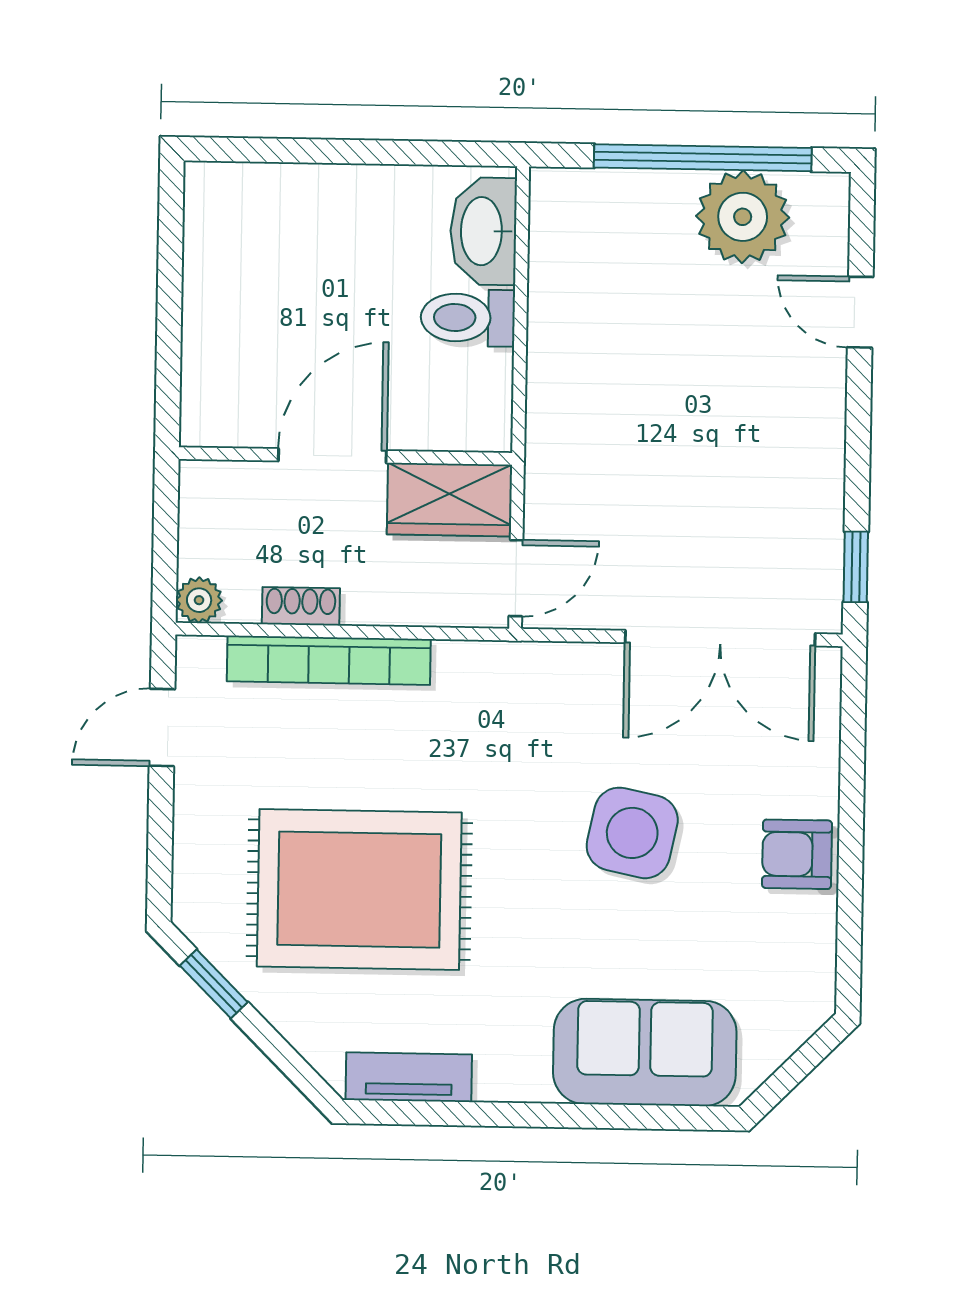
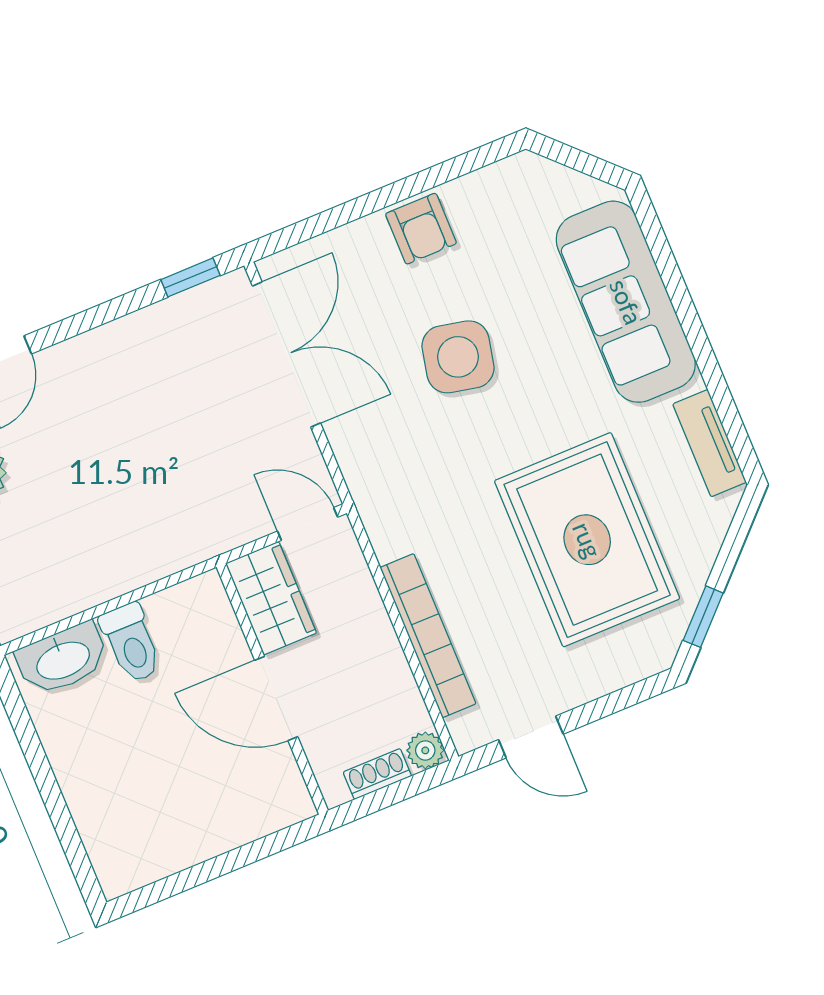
shoe rack: (301, 606) -> (377, 774), moved, turned 90
sofa: (645, 1052) -> (626, 302), width x1.36

